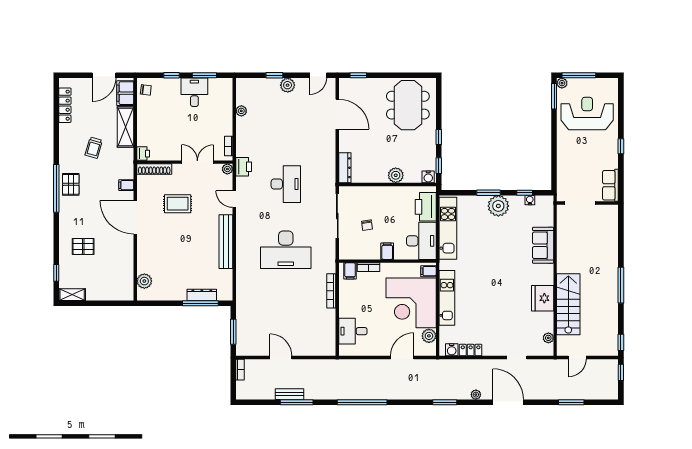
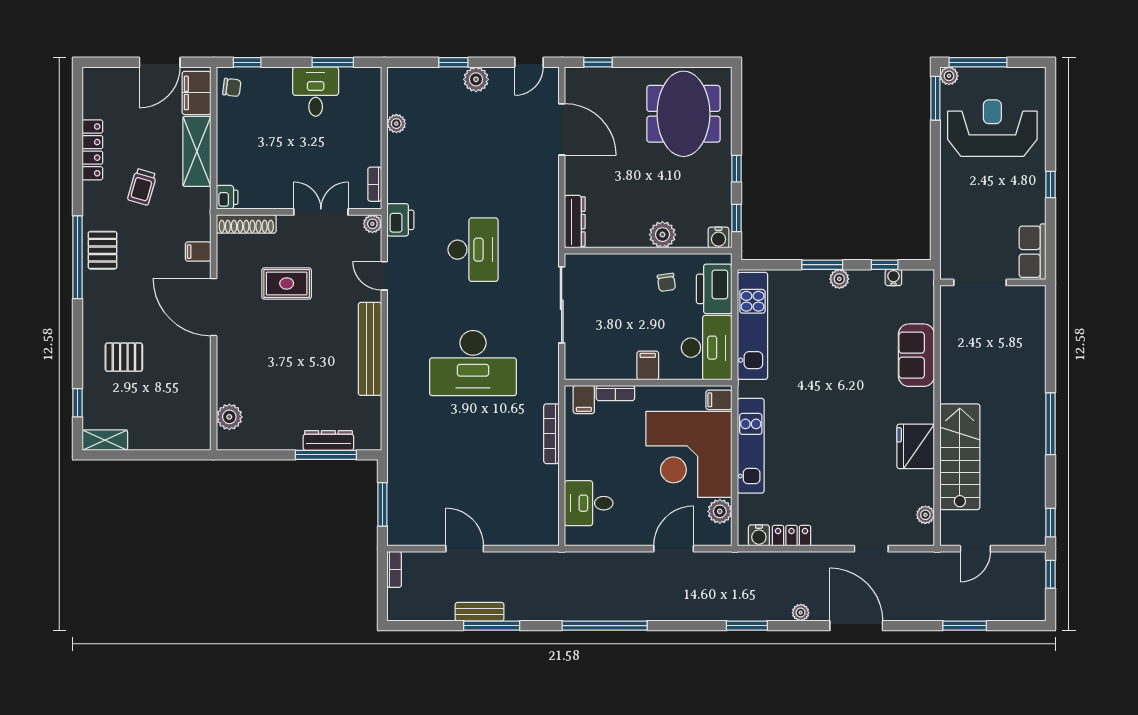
window: (172, 75) -> (247, 62), moved
locker: (65, 105) -> (92, 150), moved
plant: (498, 206) -> (839, 279), width x0.53, depth x0.53
chair: (367, 225) -> (666, 282), moved

